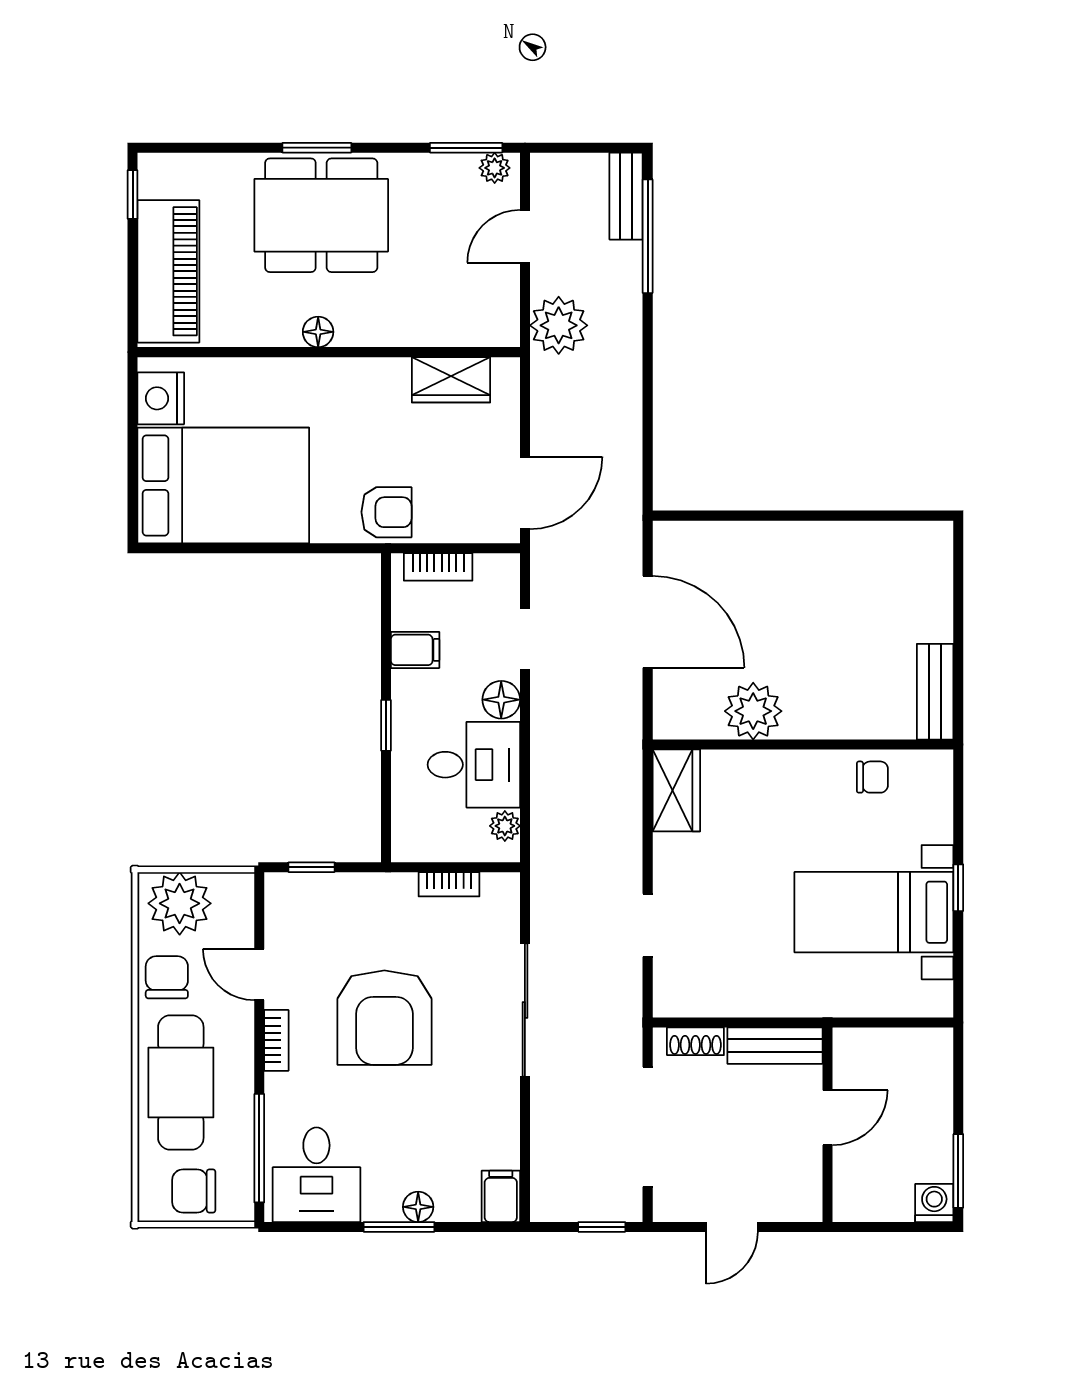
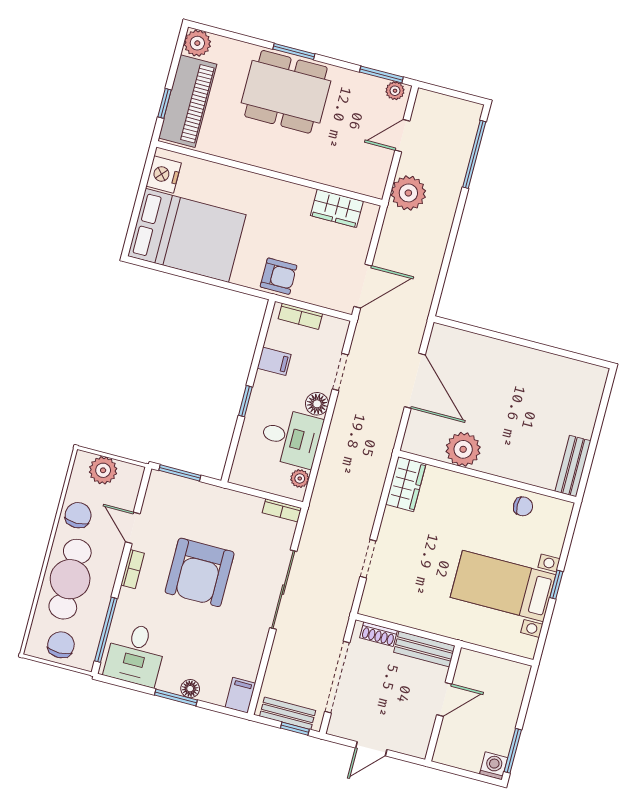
plant: (160, 175) -> (197, 43), added
window: (133, 194) -> (165, 103), moved
bench: (626, 196) -> (288, 713), moved, turned 90
floor lamp: (318, 332) -> (266, 160), removed
window: (311, 867) -> (180, 473), width x1.50
bookcase: (449, 884) -> (282, 510), moved
plant: (180, 903) -> (103, 470), width x0.73, depth x0.73
chair: (194, 1191) -> (61, 645), turned 90

